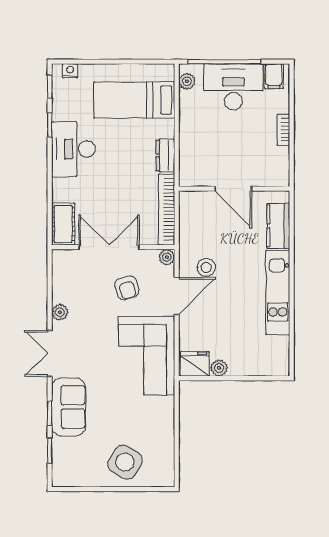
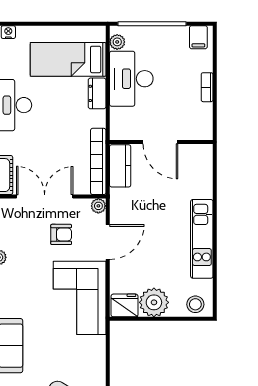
desk: (233, 87) -> (131, 79), moved, turned -90
dresser: (165, 156) -> (97, 93), moved
kitchen counter: (278, 226) -> (120, 166), moved, turned 180
stool: (206, 267) -> (195, 304), moved
armchair: (127, 288) -> (61, 234), turned -72
plant: (219, 368) -> (154, 302), width x1.88, depth x1.88

